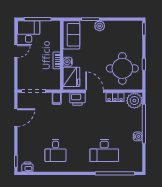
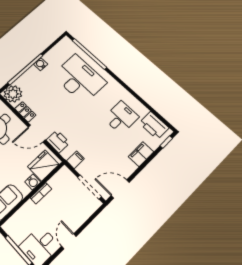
door: (16, 51) -> (69, 241), hinge flipped
door: (95, 91) -> (37, 134), hinge flipped
door: (16, 118) -> (120, 189), moved
filing cabinet: (23, 139) -> (141, 154), added
desk: (104, 151) -> (79, 79), width x1.36, depth x1.30
printer: (27, 167) -> (154, 125), width x1.87, depth x1.48

